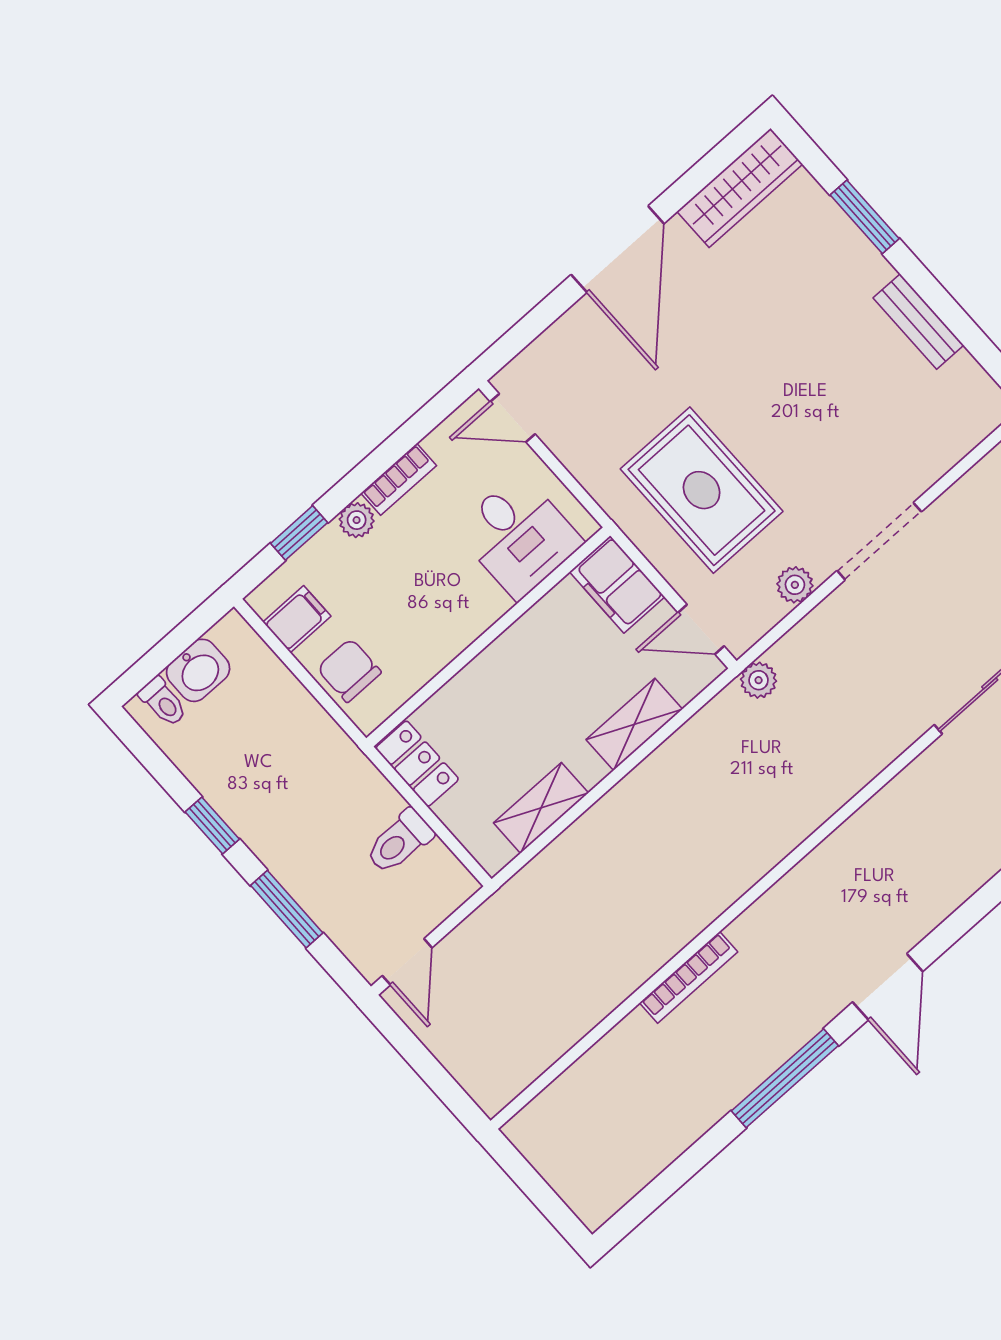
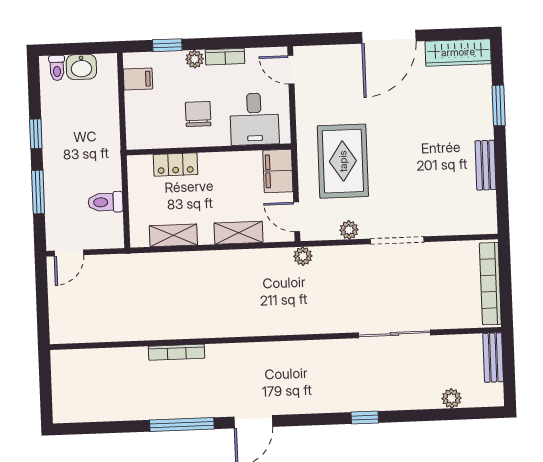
chair: (349, 670) -> (198, 114), moved
locker: (417, 764) -> (175, 165), moved, turned 90

